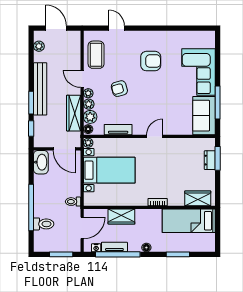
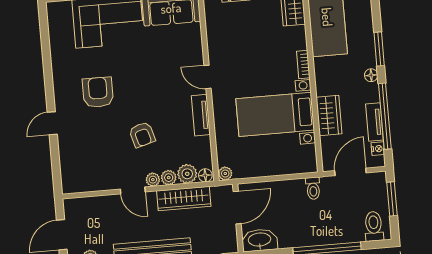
door: (117, 28) -> (52, 123), moved
coffee table: (96, 55) -> (96, 173), removed
door: (82, 79) -> (133, 190), hinge flipped
tv unit: (118, 130) -> (201, 115), moved
bed with nightstands: (109, 170) -> (275, 114), moved, turned -90
toilet: (44, 224) -> (374, 226), moved
door: (82, 228) -> (350, 172), hinge flipped
window: (178, 254) -> (379, 49), moved

